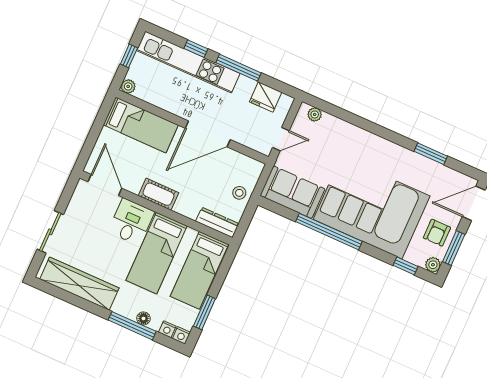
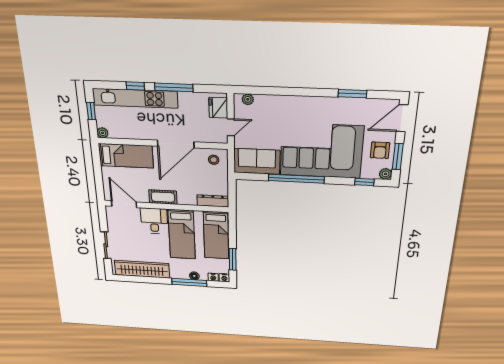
fridge: (266, 97) -> (218, 108), moved, turned 90
stool: (239, 193) -> (214, 160), moved

